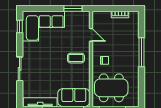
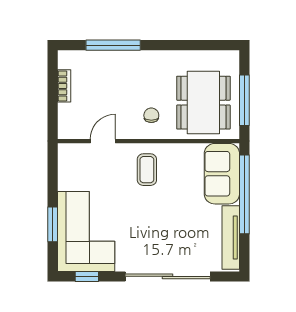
window: (73, 8) -> (53, 224), moved
window: (141, 52) -> (113, 45), moved
sliding door: (20, 69) -> (168, 276), width x1.86

